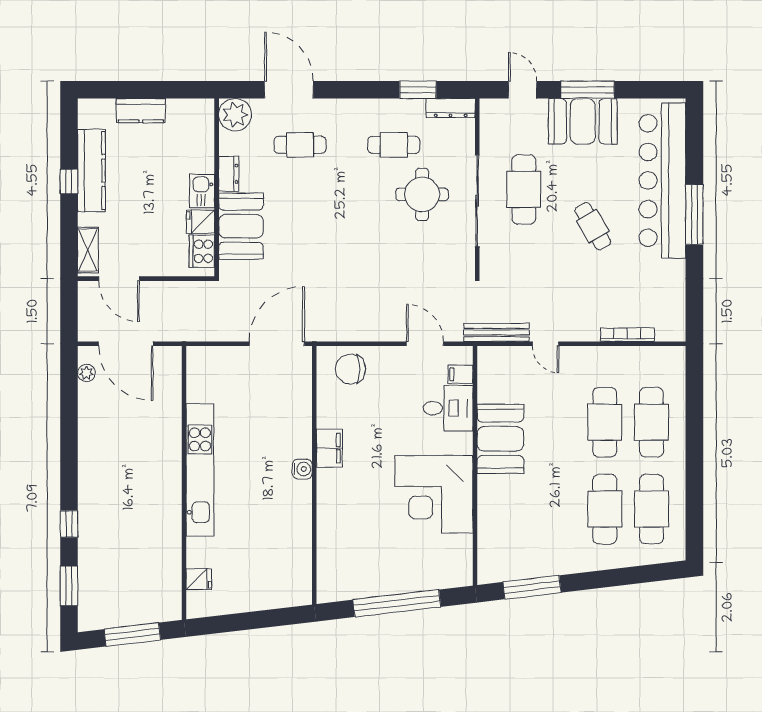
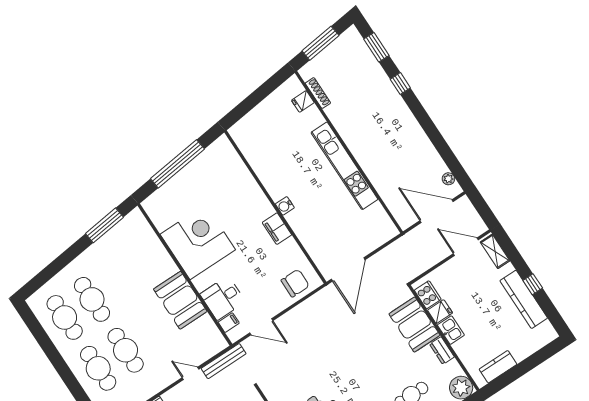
kitchen counter: (141, 111) -> (498, 367), moved
shoe rack: (174, 577) -> (318, 93), added

